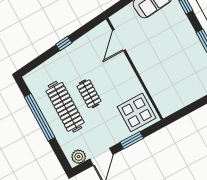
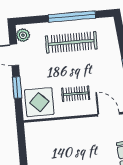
clothes rail: (89, 94) -> (76, 94), moved

